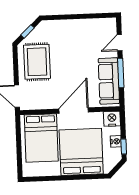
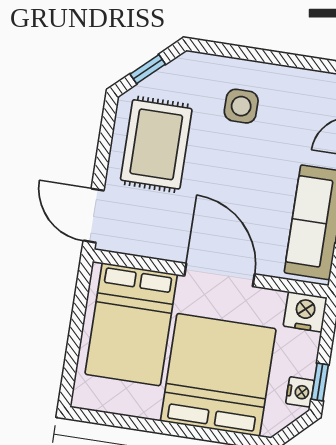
side table: (69, 39) -> (241, 106), added
door: (74, 110) -> (220, 275), hinge flipped
nightstand: (116, 141) -> (300, 392), moved

